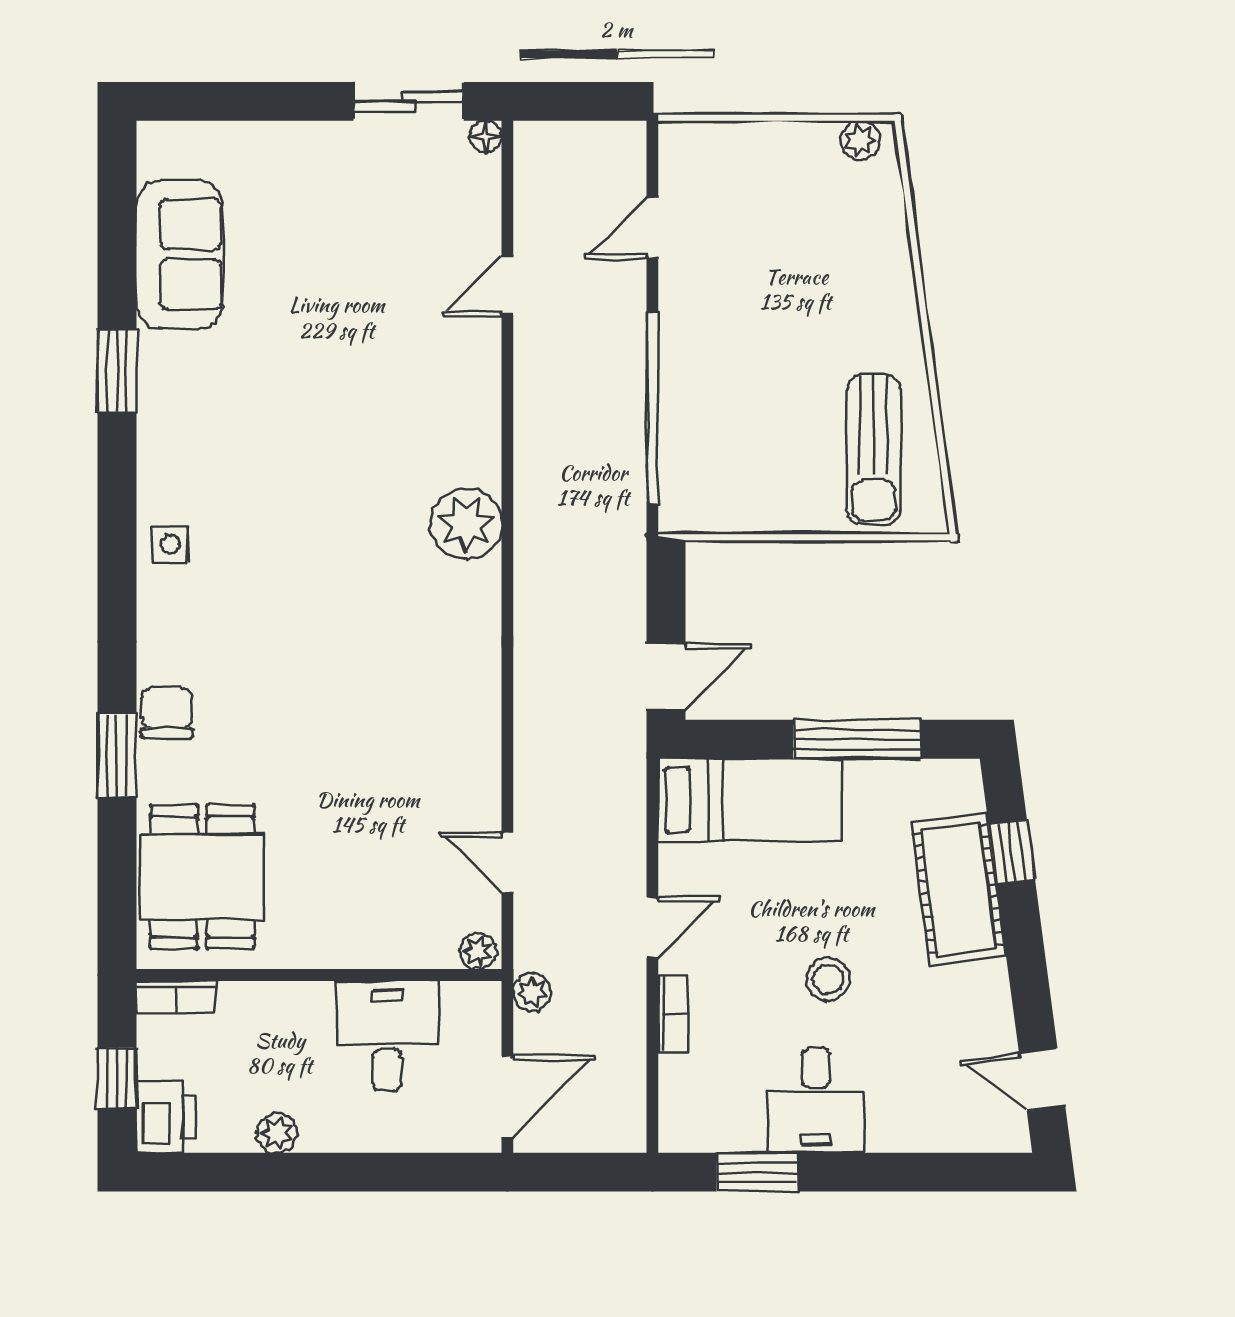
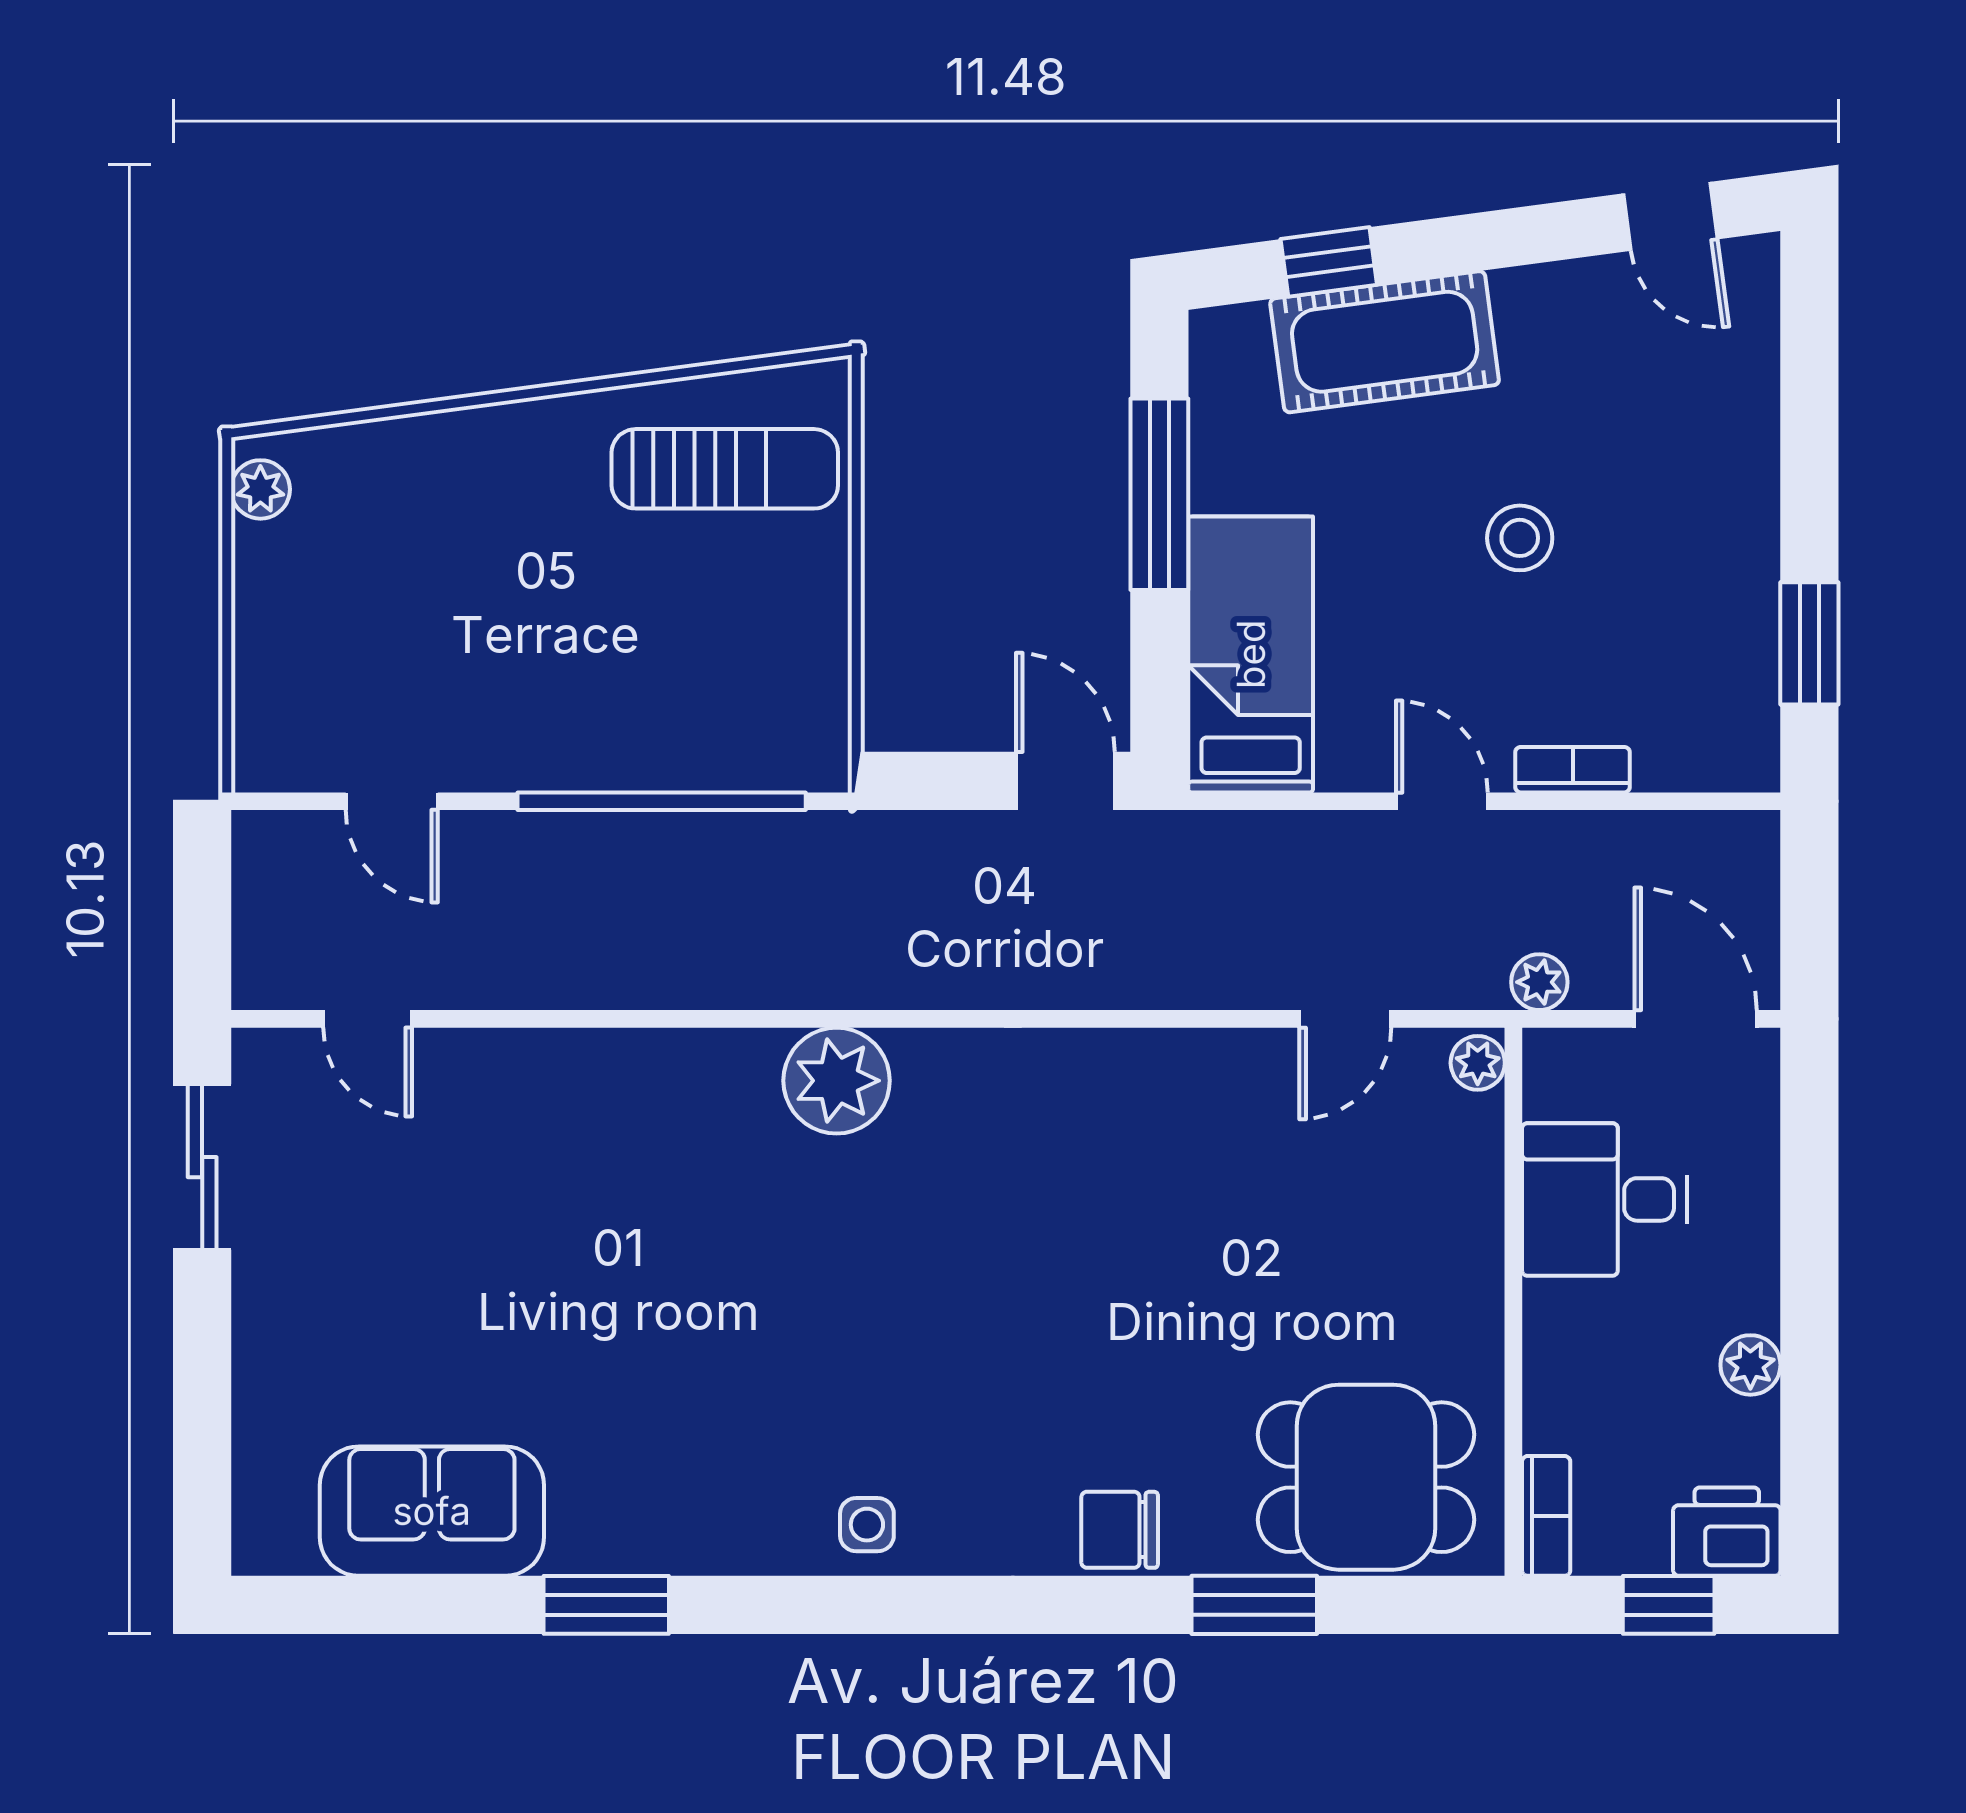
floor lamp: (486, 137) -> (255, 1052), removed
door: (507, 286) -> (368, 1019), moved
window: (117, 755) -> (1254, 1605), moved
door: (1042, 1080) -> (1670, 216), hinge flipped
desk: (816, 1100) -> (1702, 556), removed

